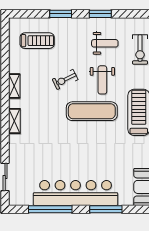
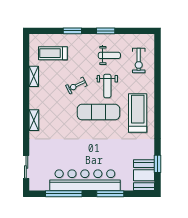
treadmill: (37, 41) -> (53, 53), turned 180
shelving: (14, 86) -> (34, 76), moved

